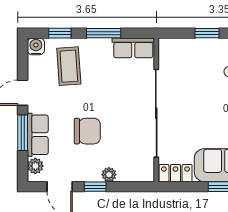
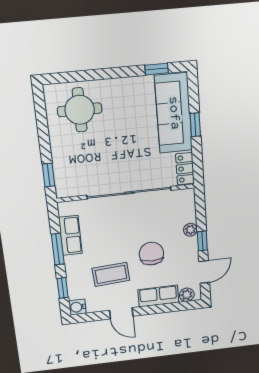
window: (207, 33) -> (48, 175), moved
row of seats: (133, 48) -> (70, 235), moved
coffee table: (69, 66) -> (111, 274), moved
window: (23, 133) -> (158, 309), removed

